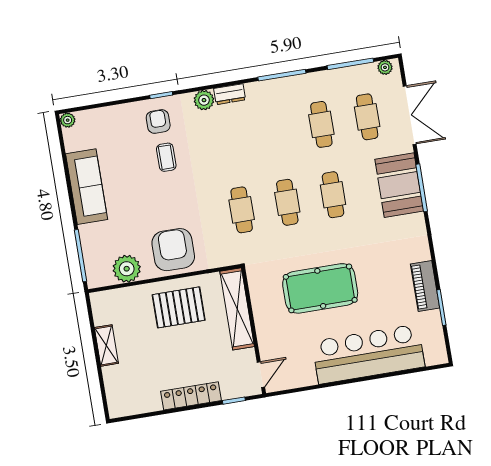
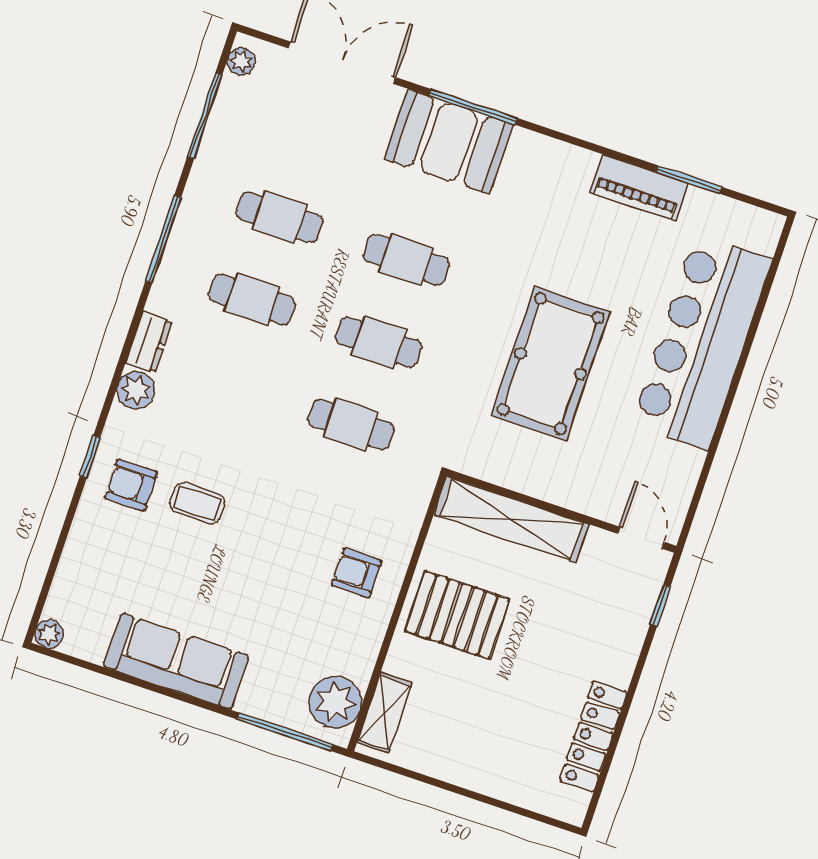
cafe table: (367, 117) -> (252, 300), moved
armchair: (173, 250) -> (357, 573), width x0.53, depth x0.53
plant: (127, 269) -> (335, 702), moved
pallet: (179, 307) -> (457, 615), turned 90
shelving: (106, 345) -> (384, 713), moved, turned 90
locker: (191, 396) -> (593, 736), moved

